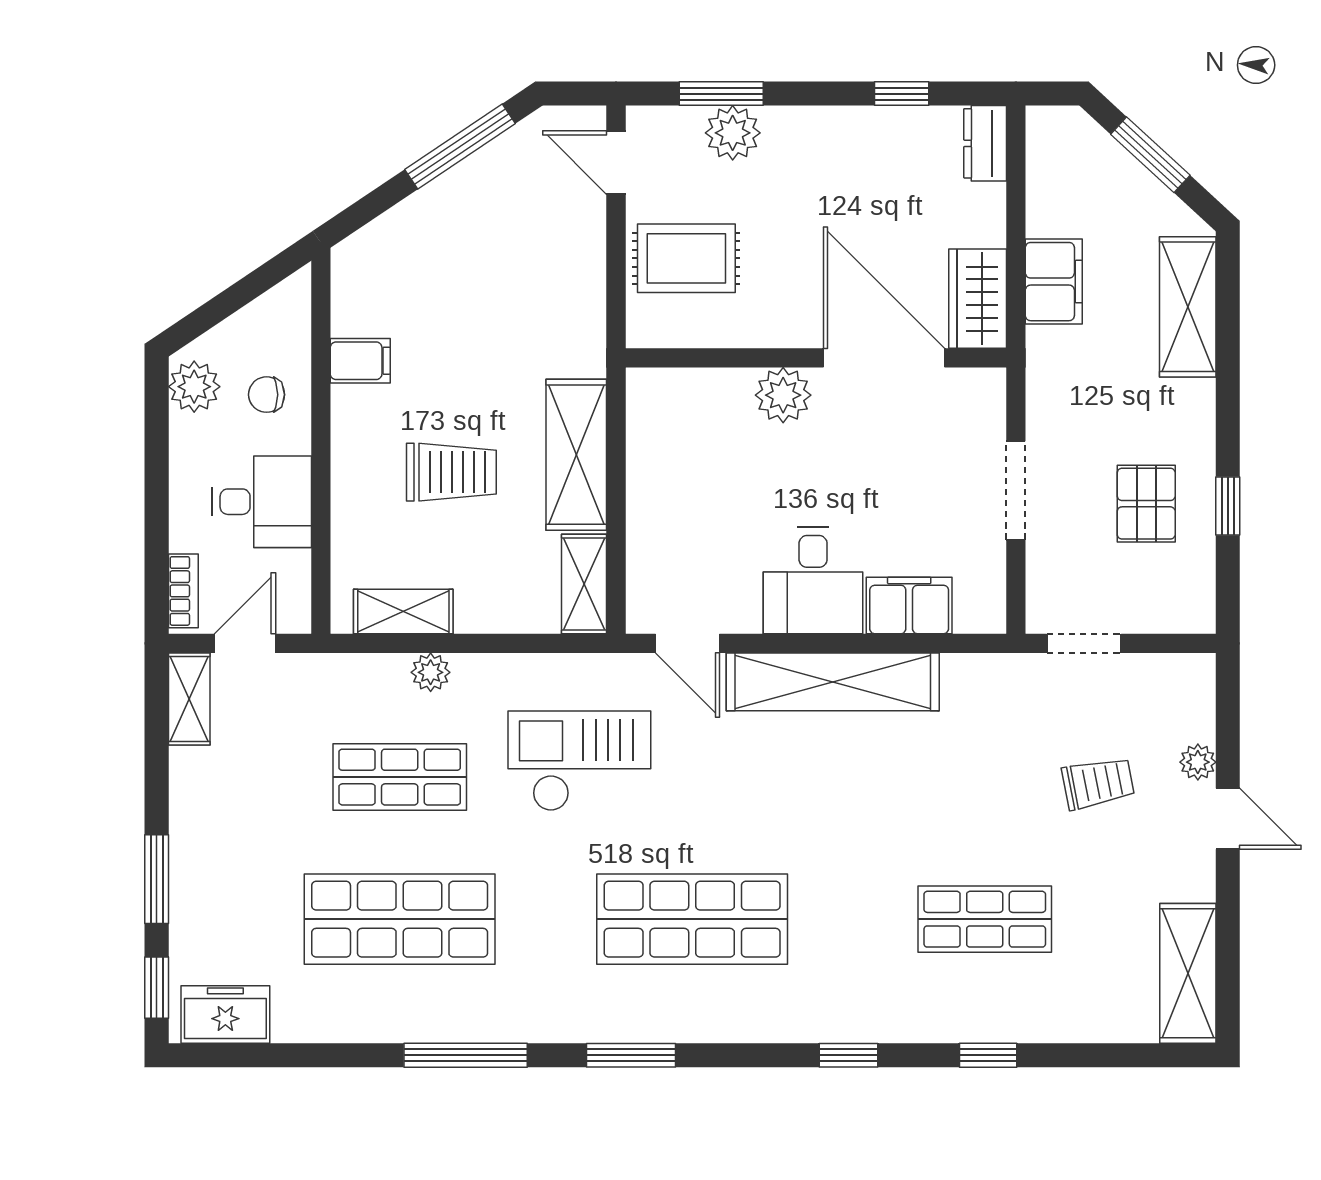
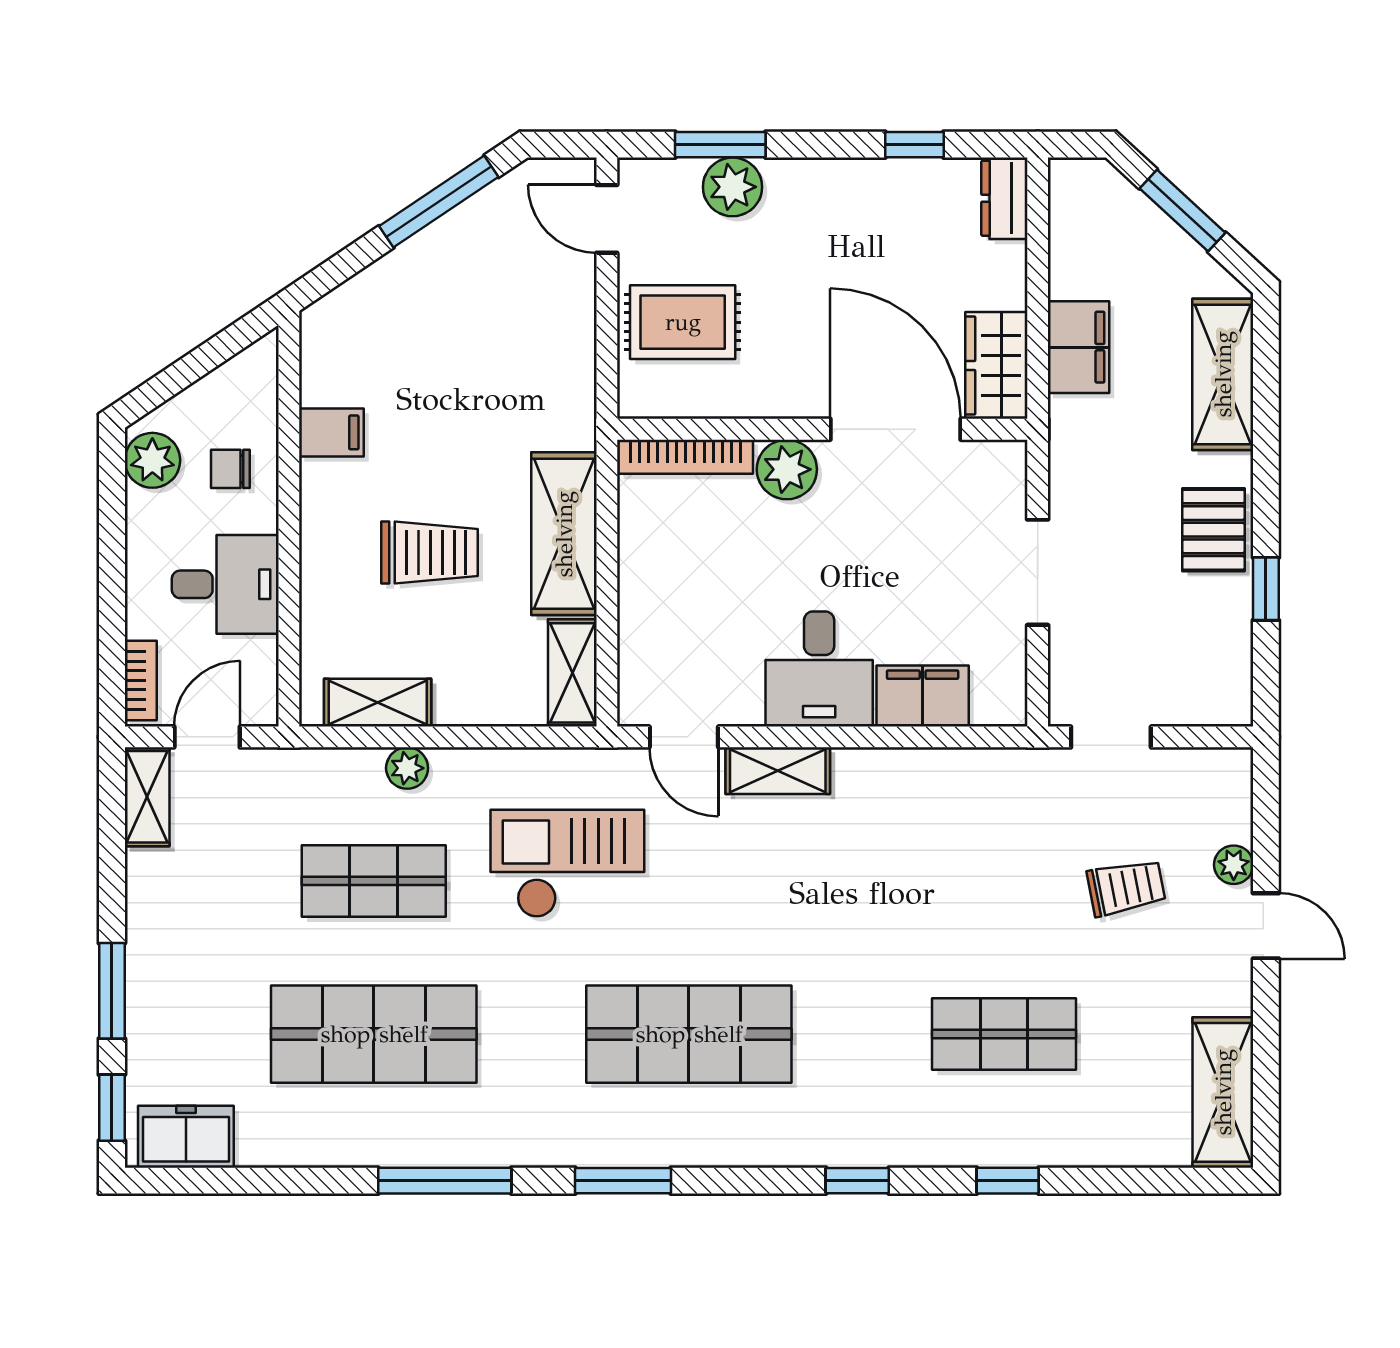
bookcase: (689, 383) -> (686, 457), added
pallet: (1146, 504) -> (1213, 530), moved
shelving: (833, 682) -> (778, 771), width x0.45, depth x0.75

